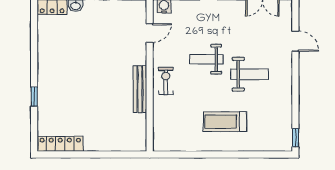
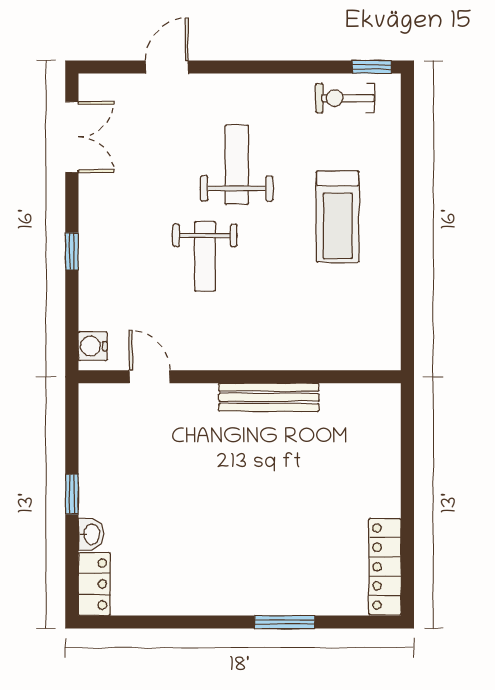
exercise bike: (166, 81) -> (345, 98), moved
window: (34, 97) -> (285, 622), width x1.50

